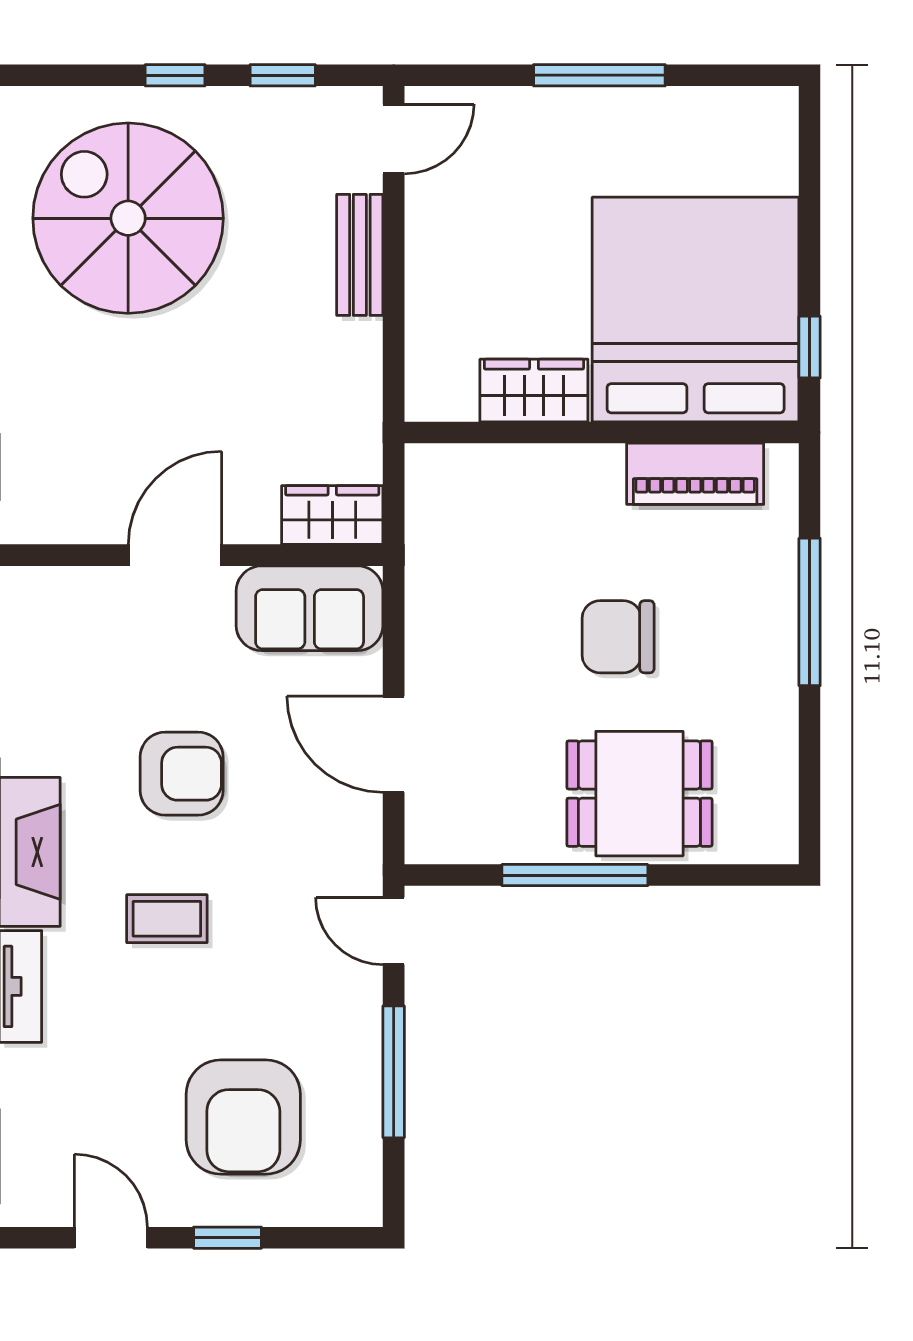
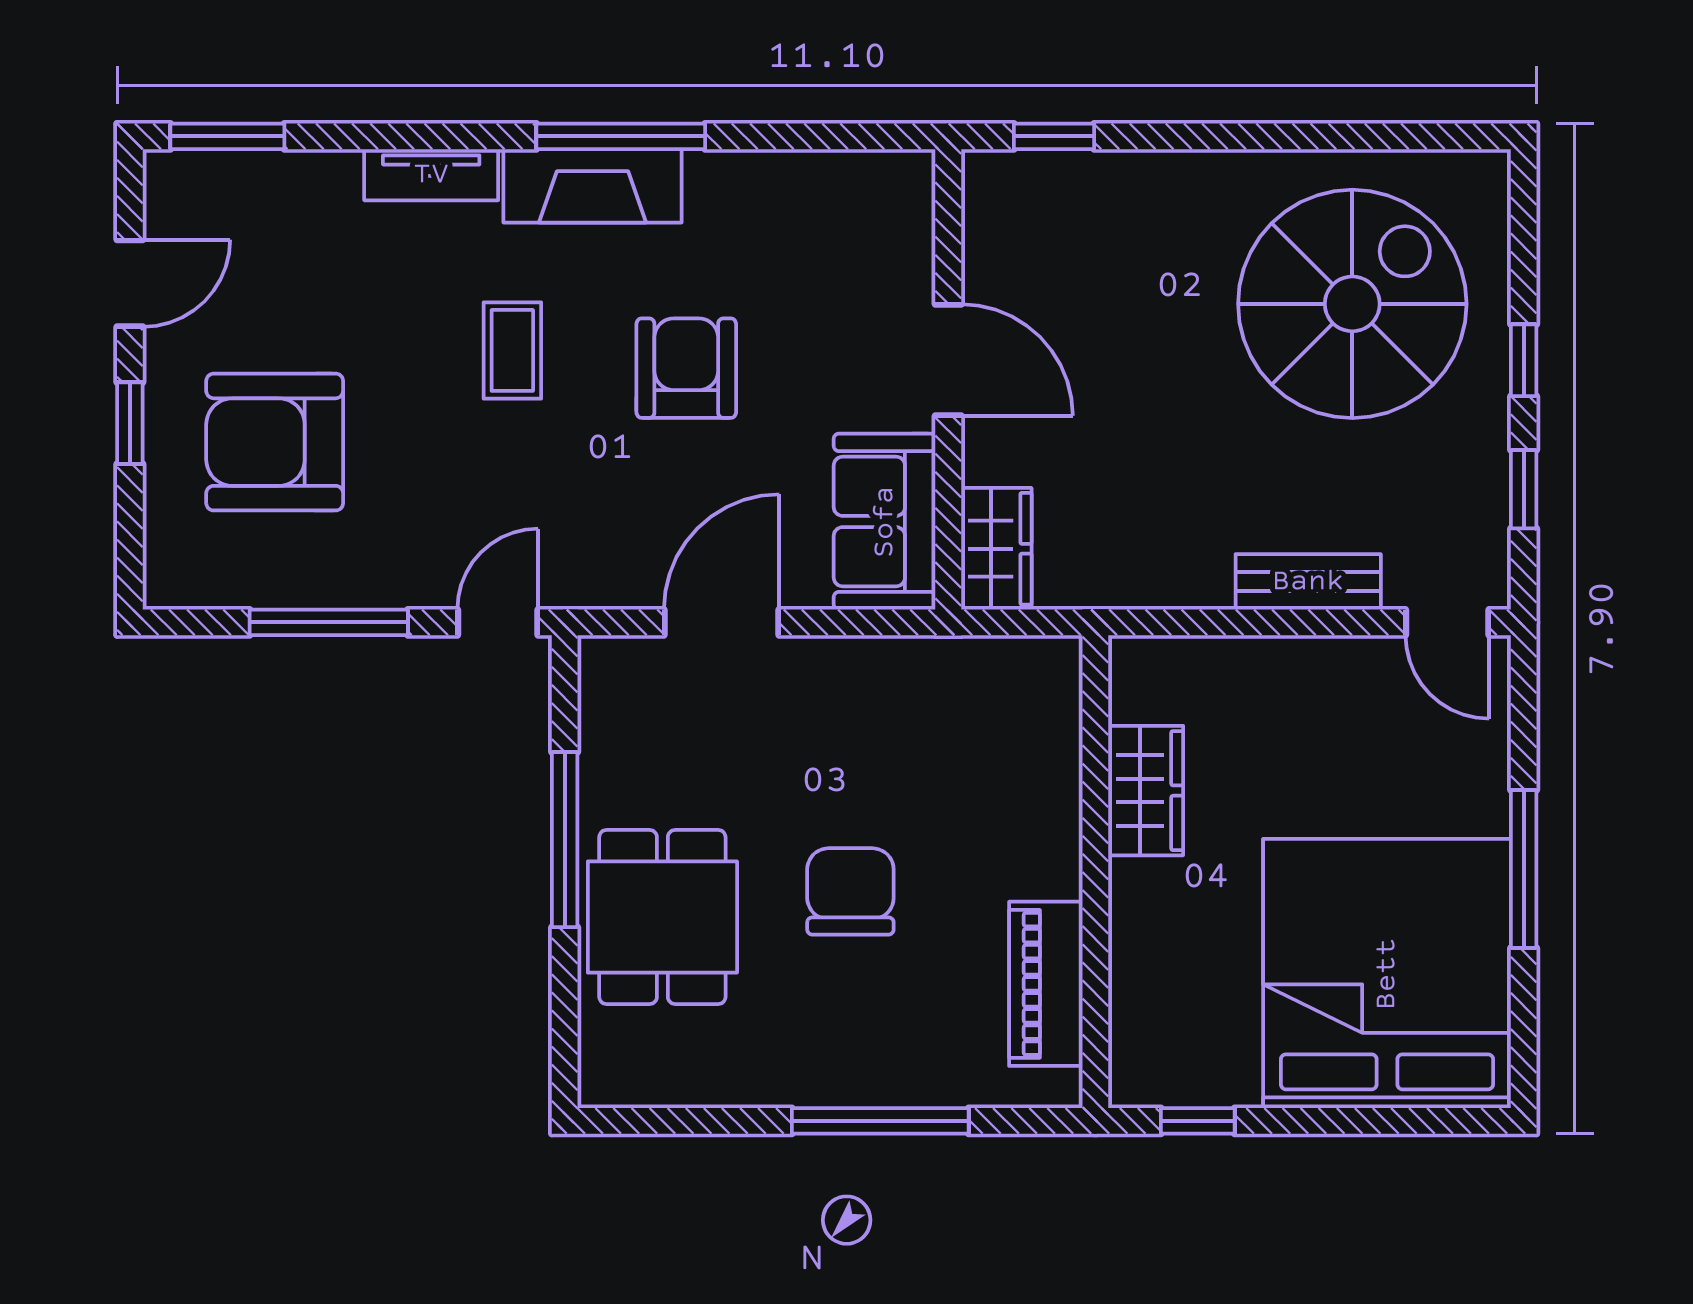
bed: (696, 310) -> (1387, 974), moved, turned -90
armchair: (182, 774) -> (686, 368), turned 180

